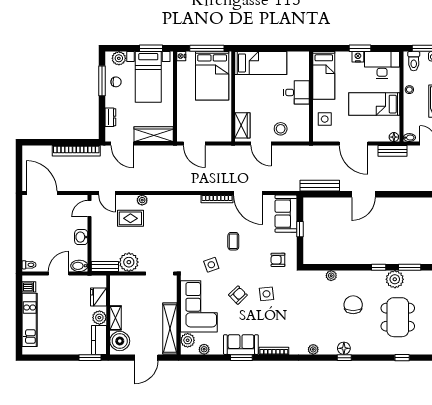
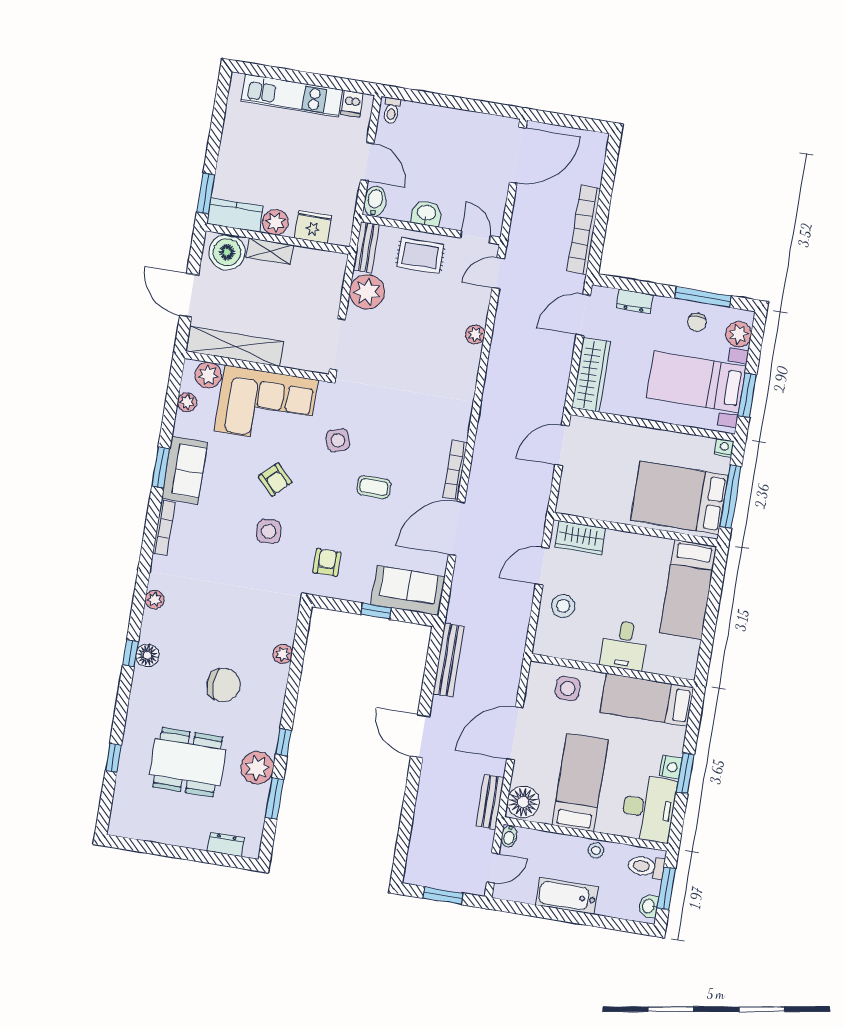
floor lamp: (394, 137) -> (523, 802), width x1.89, depth x1.89
rug: (130, 218) -> (420, 256), moved, turned 90

